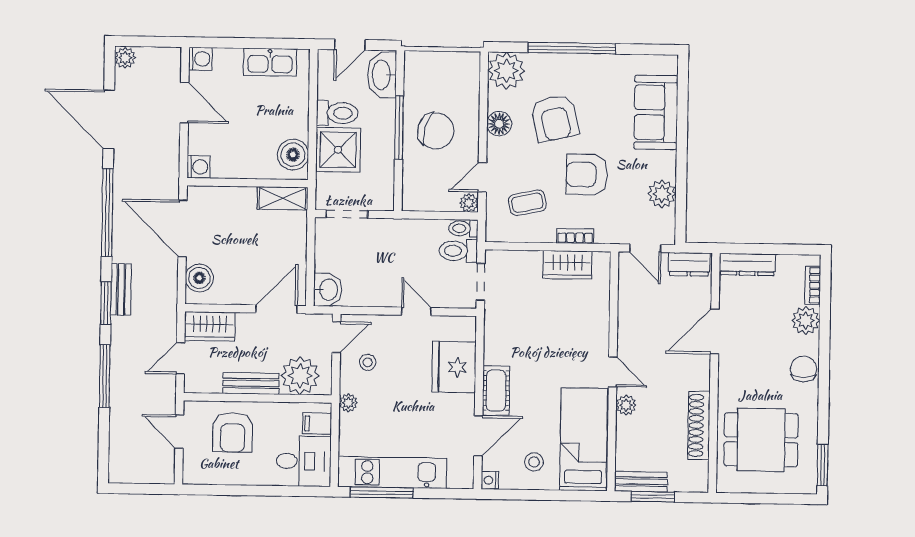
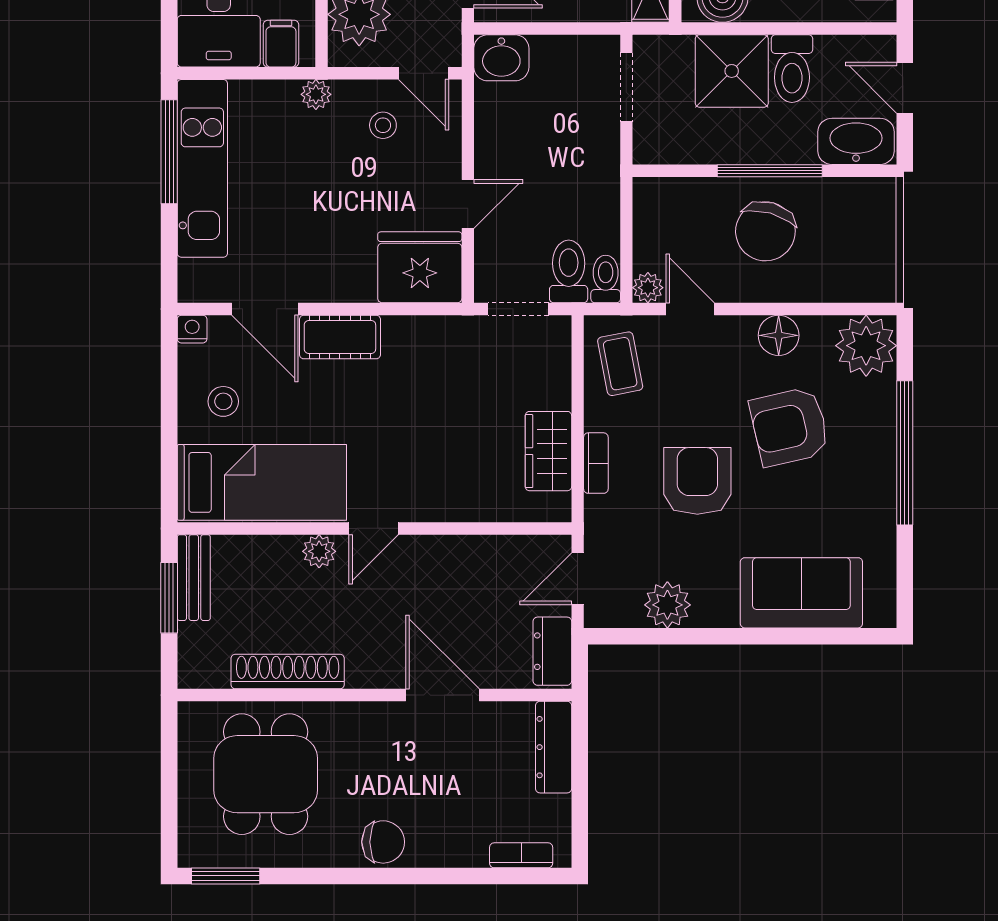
coffee table: (527, 203) -> (620, 364), moved
plant: (806, 320) -> (463, 844), removed
fridge: (454, 367) -> (420, 267), moved

